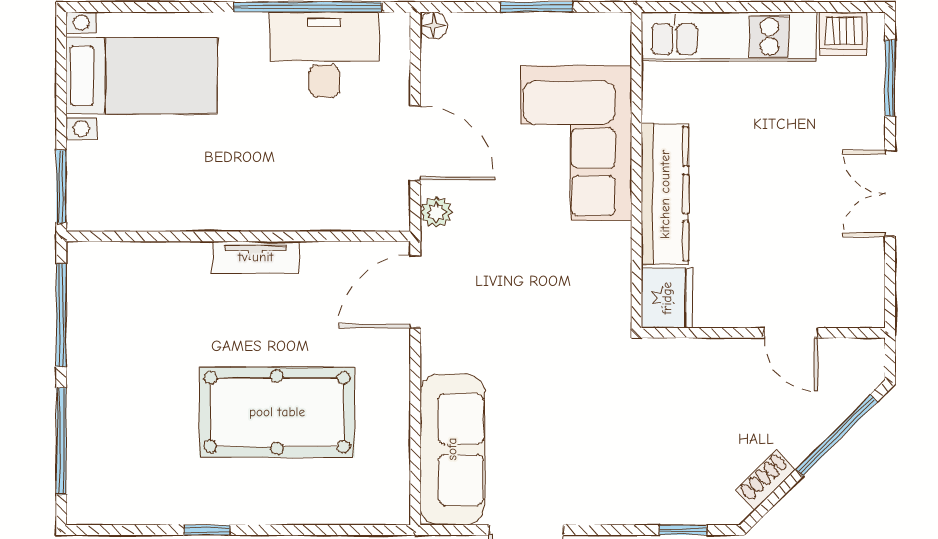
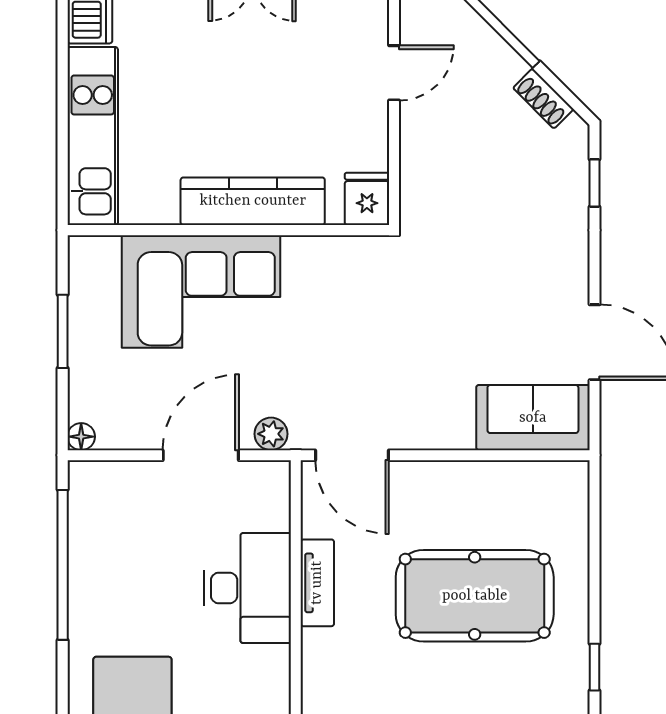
desk: (324, 55) -> (248, 588), moved, turned 180
tv unit: (256, 257) -> (317, 583), moved
fridge: (667, 298) -> (367, 199), width x0.72
pool table: (277, 412) -> (475, 596), turned 90
sofa: (452, 449) -> (533, 418), width x0.73

